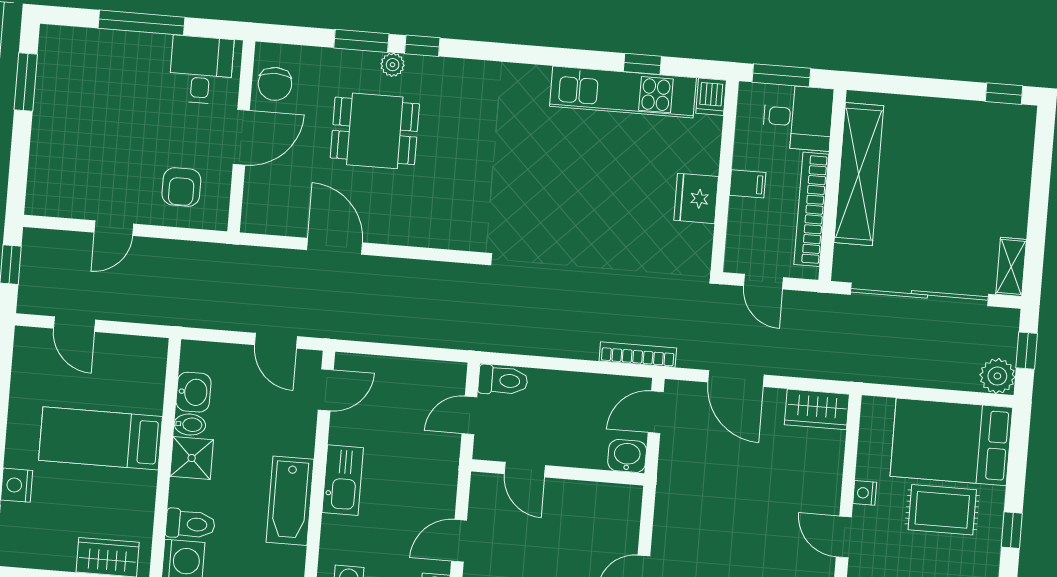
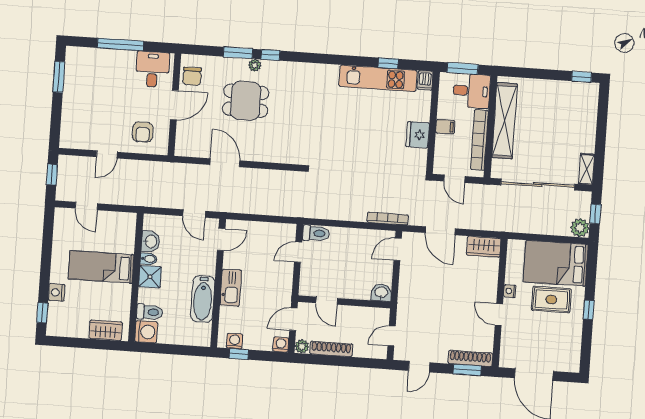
washbasin: (627, 456) -> (381, 293), moved
door: (525, 470) -> (327, 301), moved
wall: (558, 472) -> (344, 302), moved

